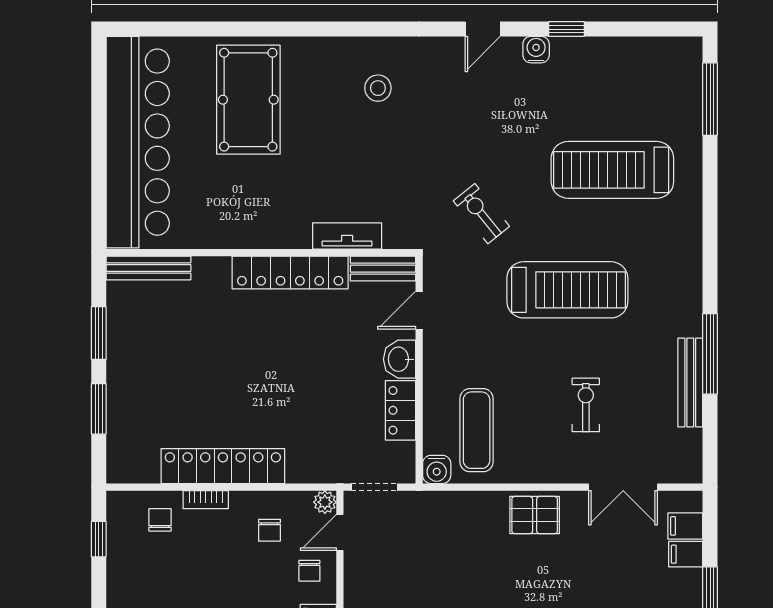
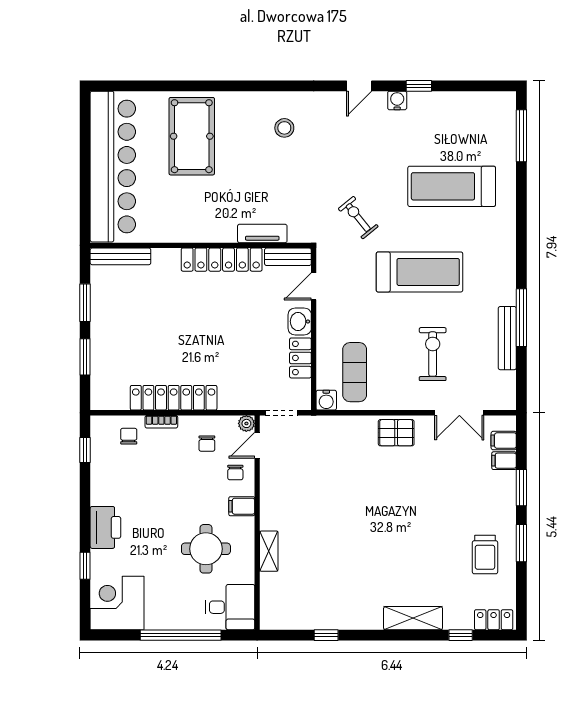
exercise bike: (586, 405) -> (433, 354), width x1.38, depth x1.39

